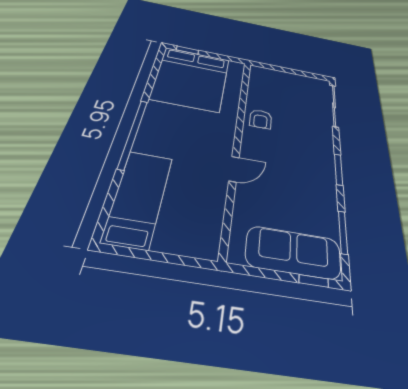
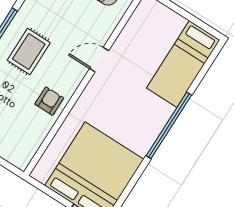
rug: (303, 153) -> (29, 51), added

